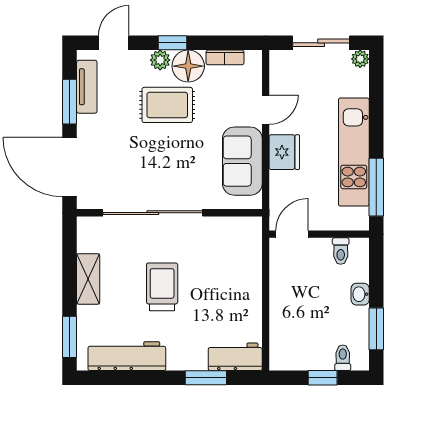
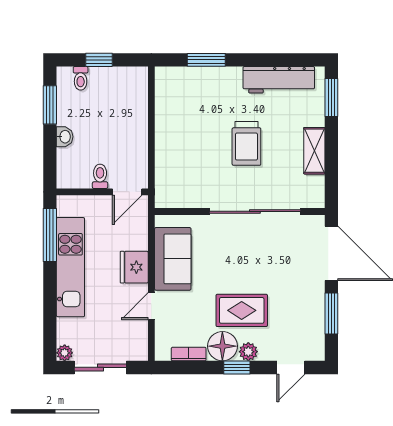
tv unit: (87, 87) -> (315, 327), removed
toilet: (341, 251) -> (100, 176), moved
workbench: (235, 357) -> (179, 79), removed

